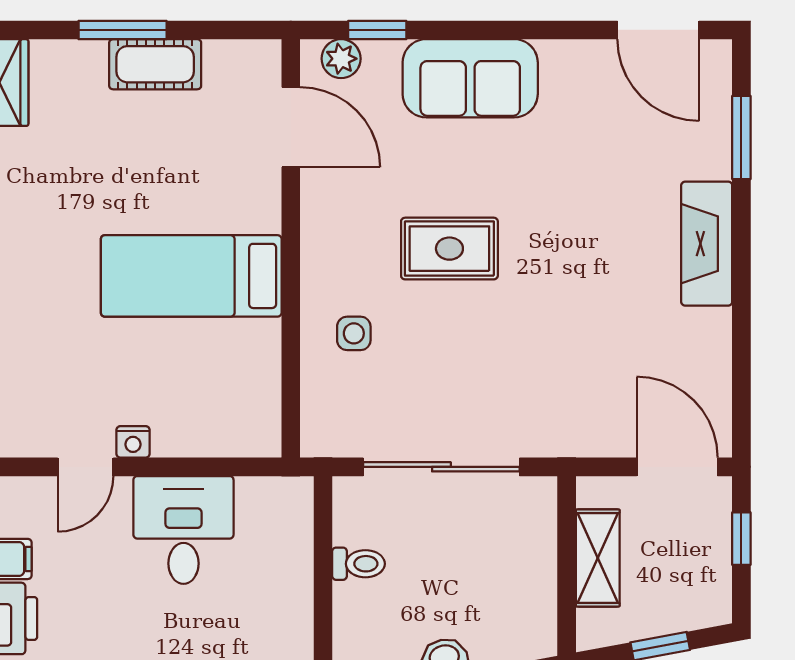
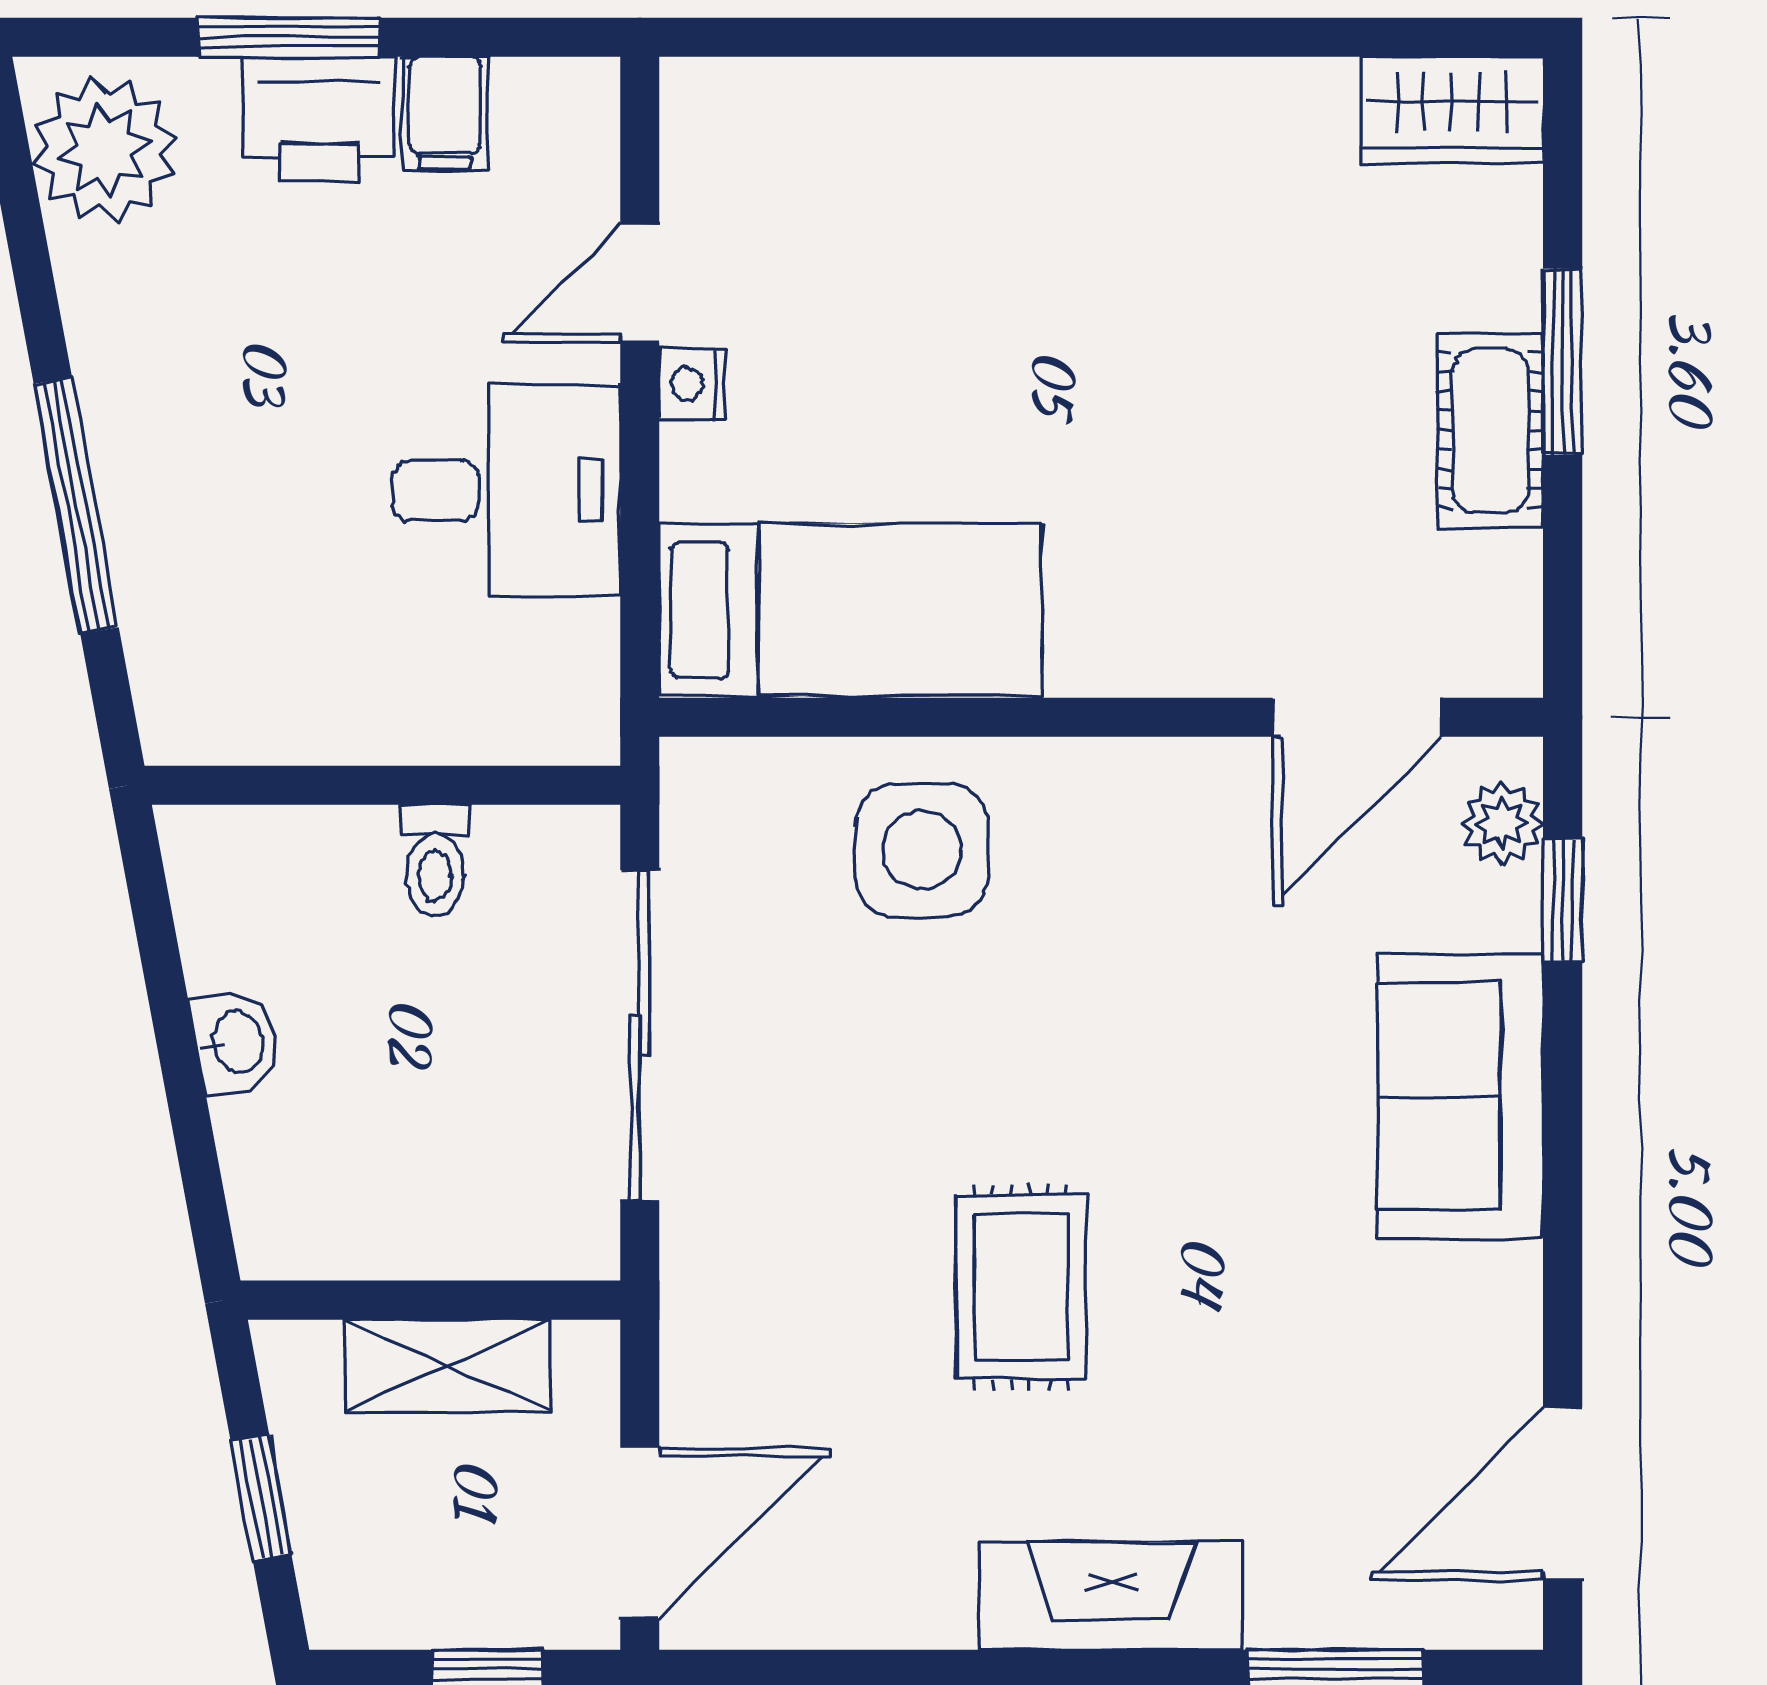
rug: (449, 249) -> (1021, 1287), moved
bed: (191, 276) -> (850, 610), moved, turned 90
side table: (354, 333) -> (922, 850), width x1.87, depth x1.87
door: (85, 467) -> (640, 283), hinge flipped

